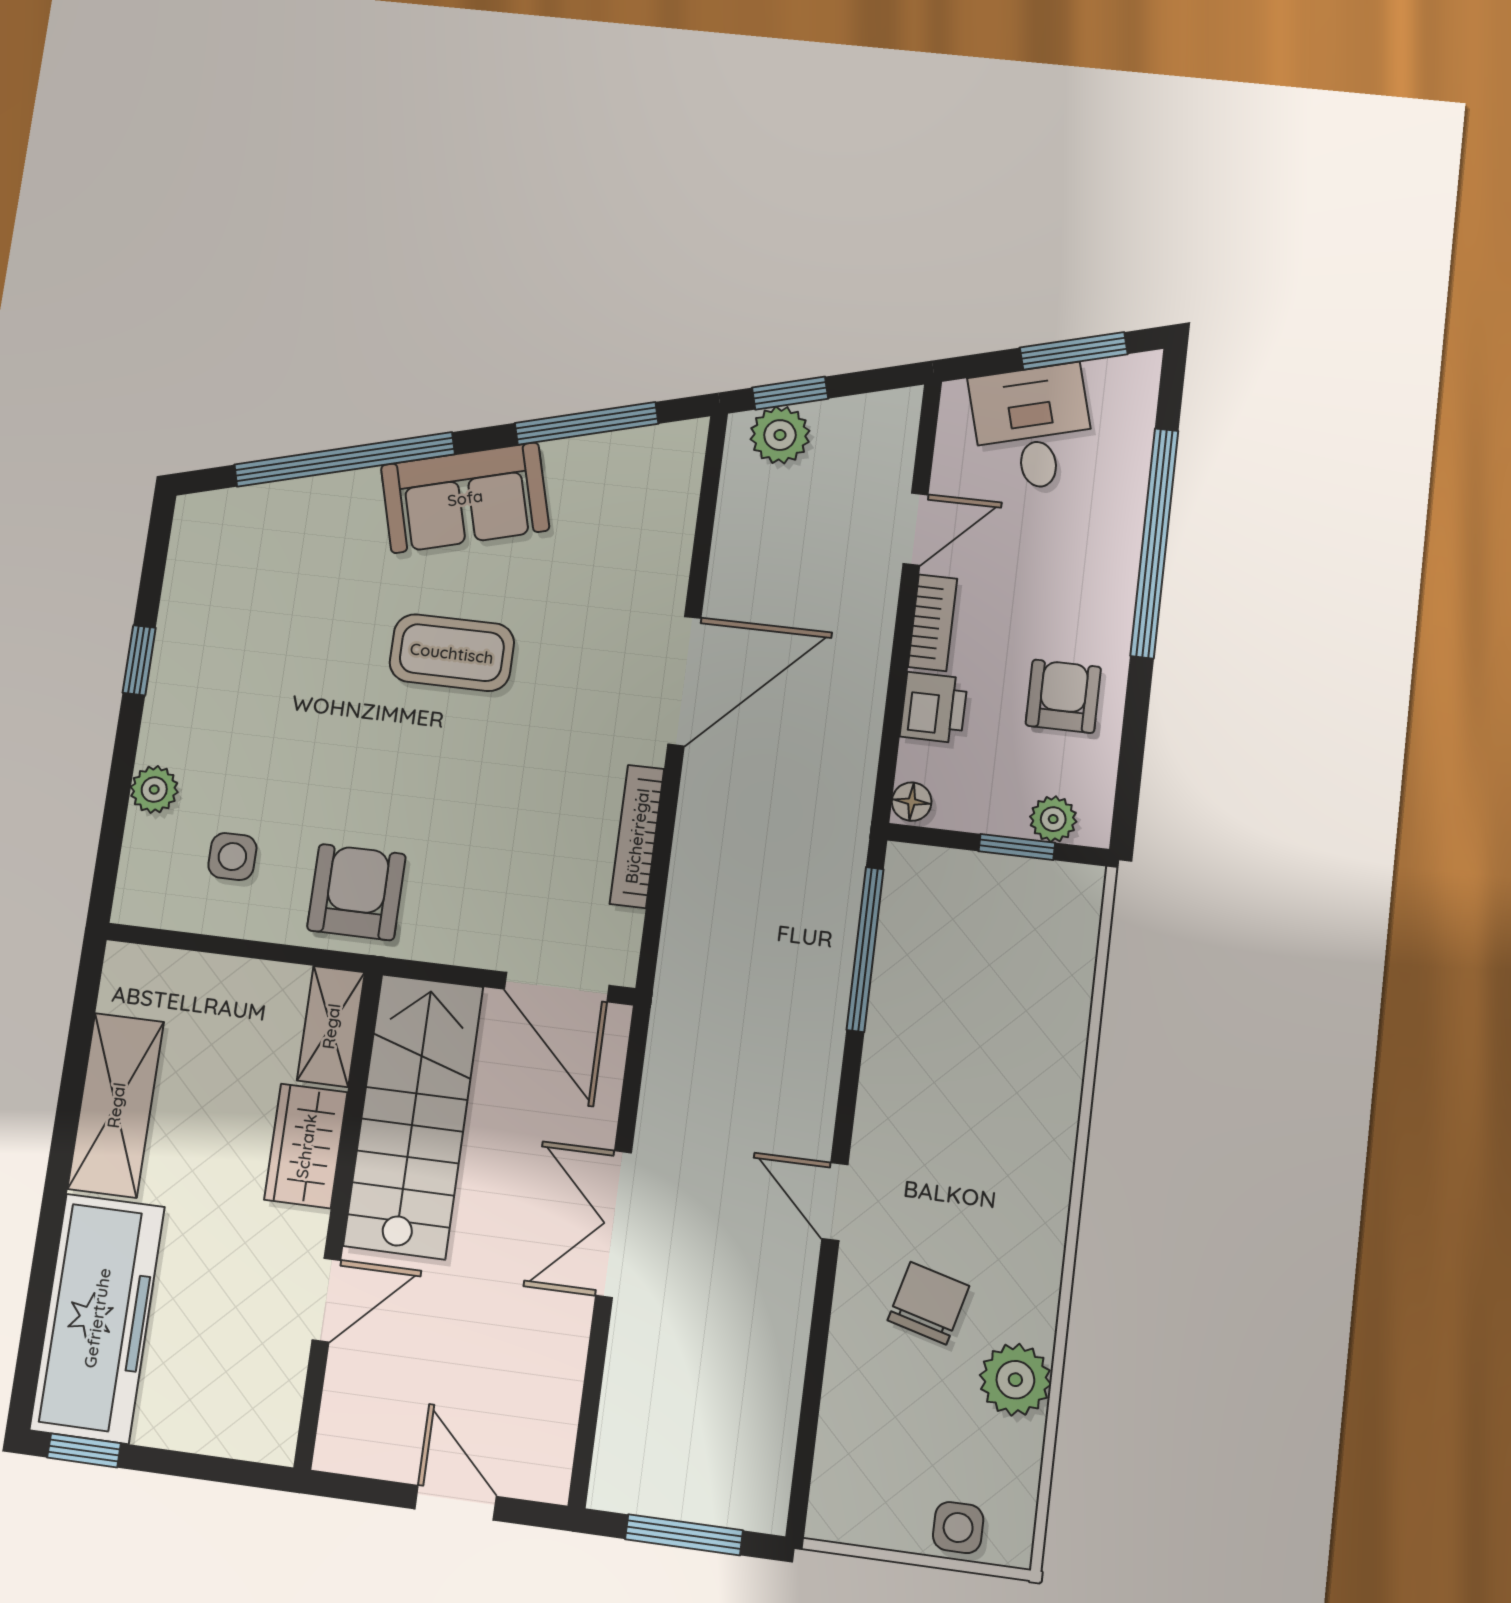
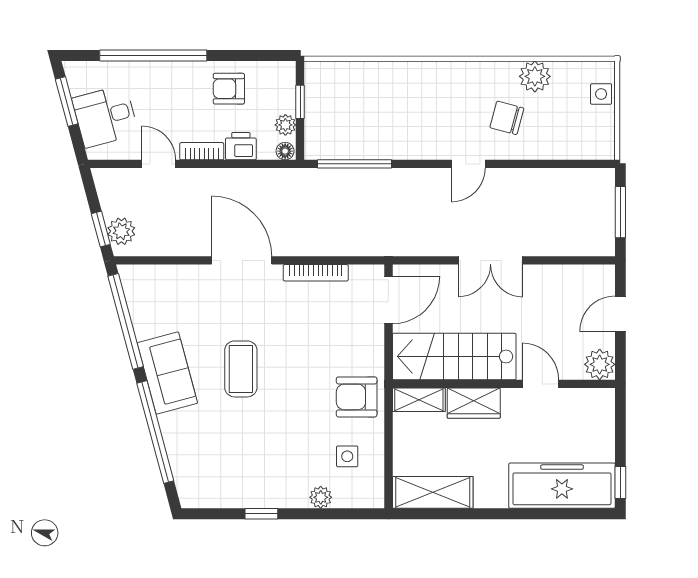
window: (587, 423) -> (126, 321), width x1.46
plant: (1053, 819) -> (285, 125), moved
shelving: (116, 1105) -> (433, 492), moved
plant: (350, 1440) -> (600, 364), added

